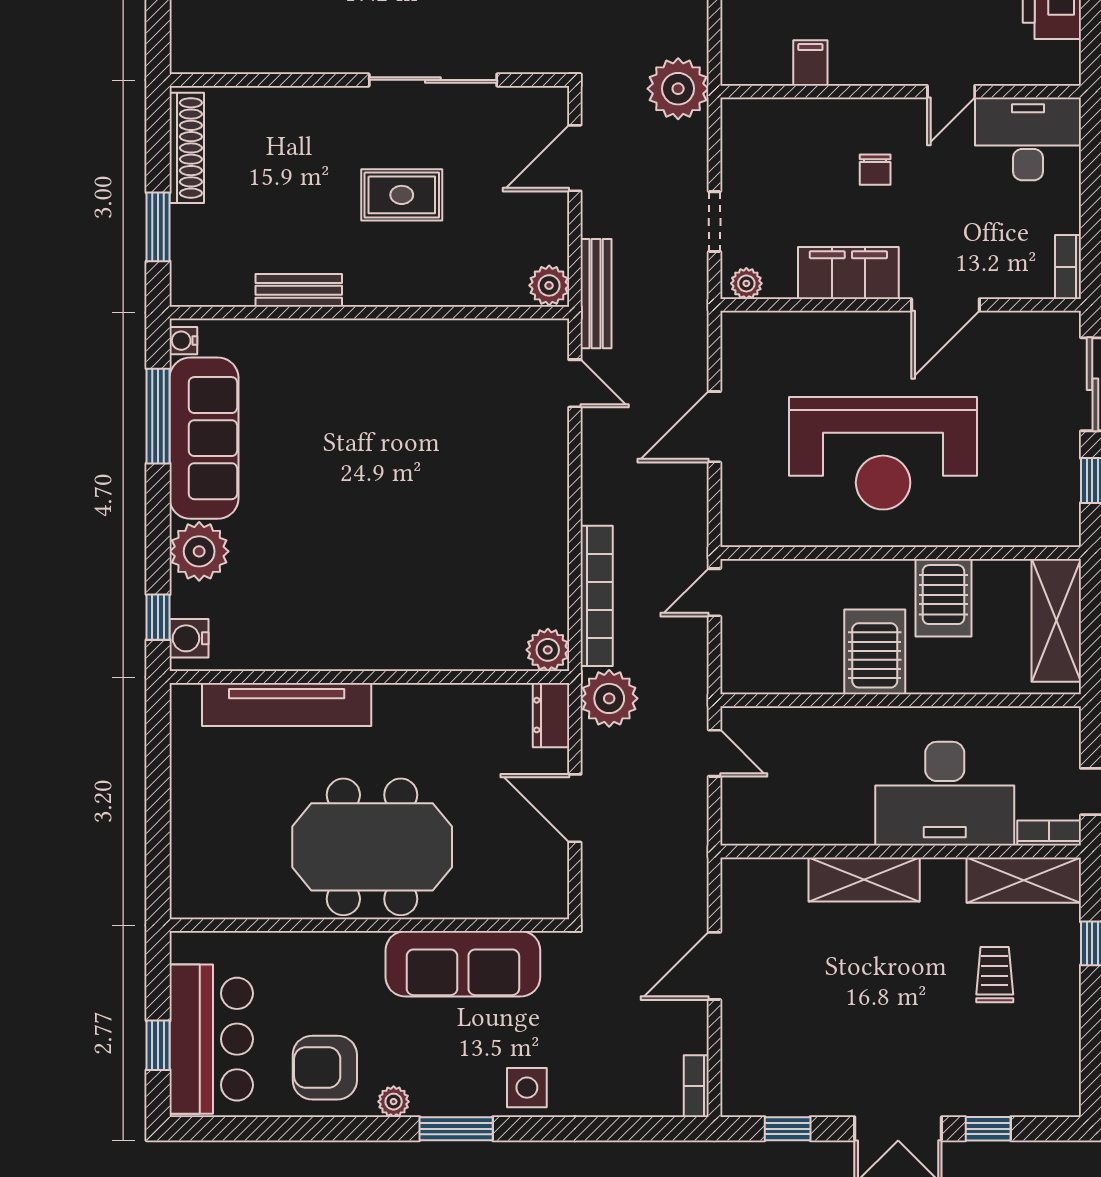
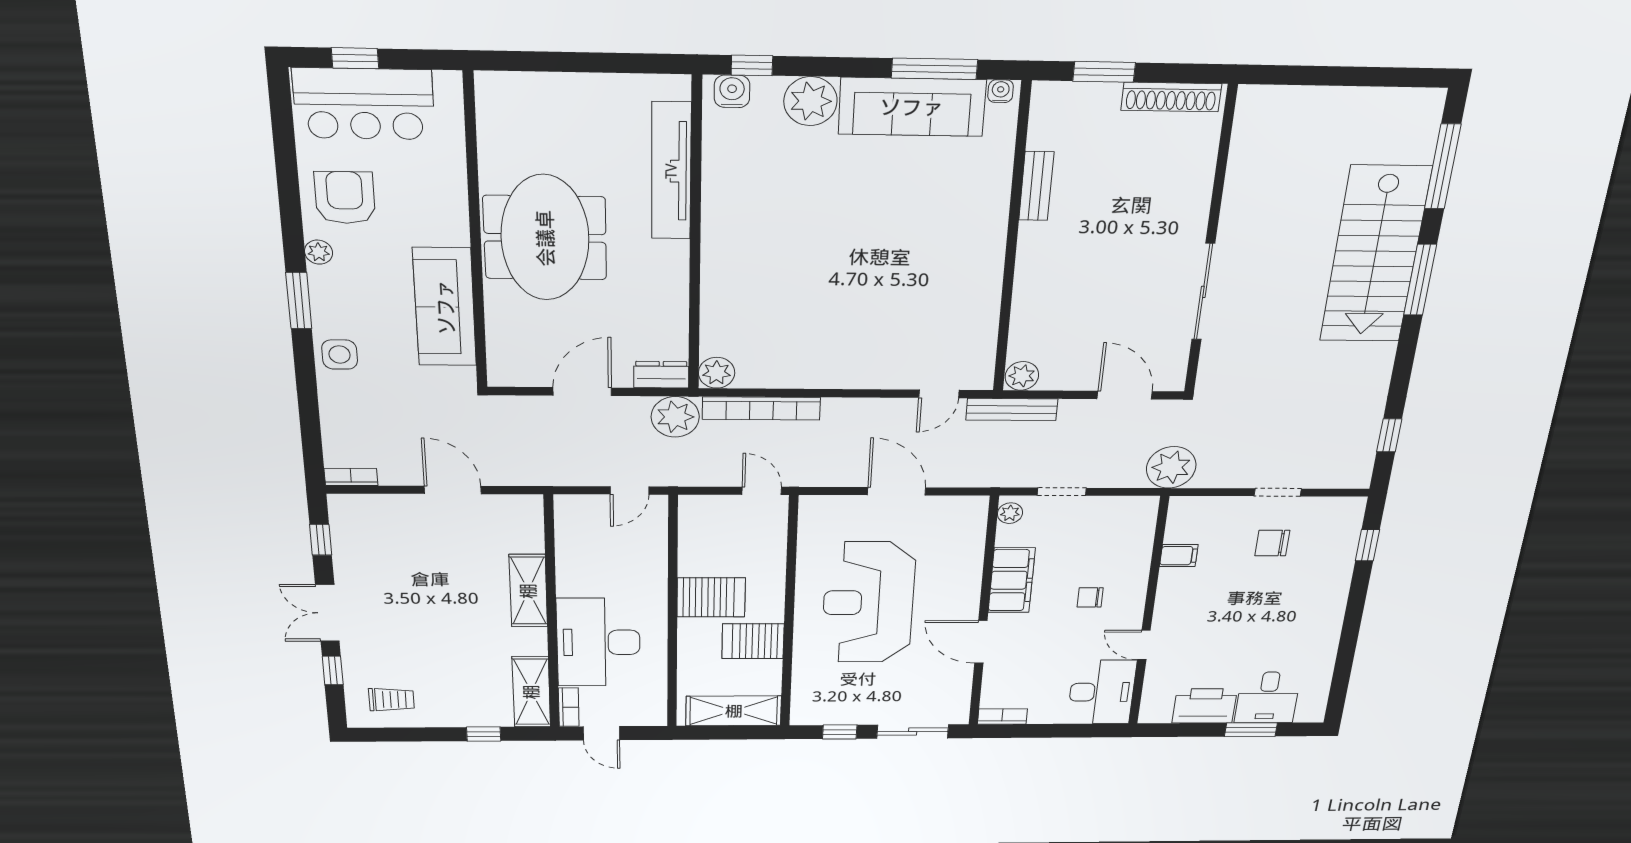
rug: (402, 195) -> (1110, 267), removed
trolley: (995, 975) -> (391, 700), moved

